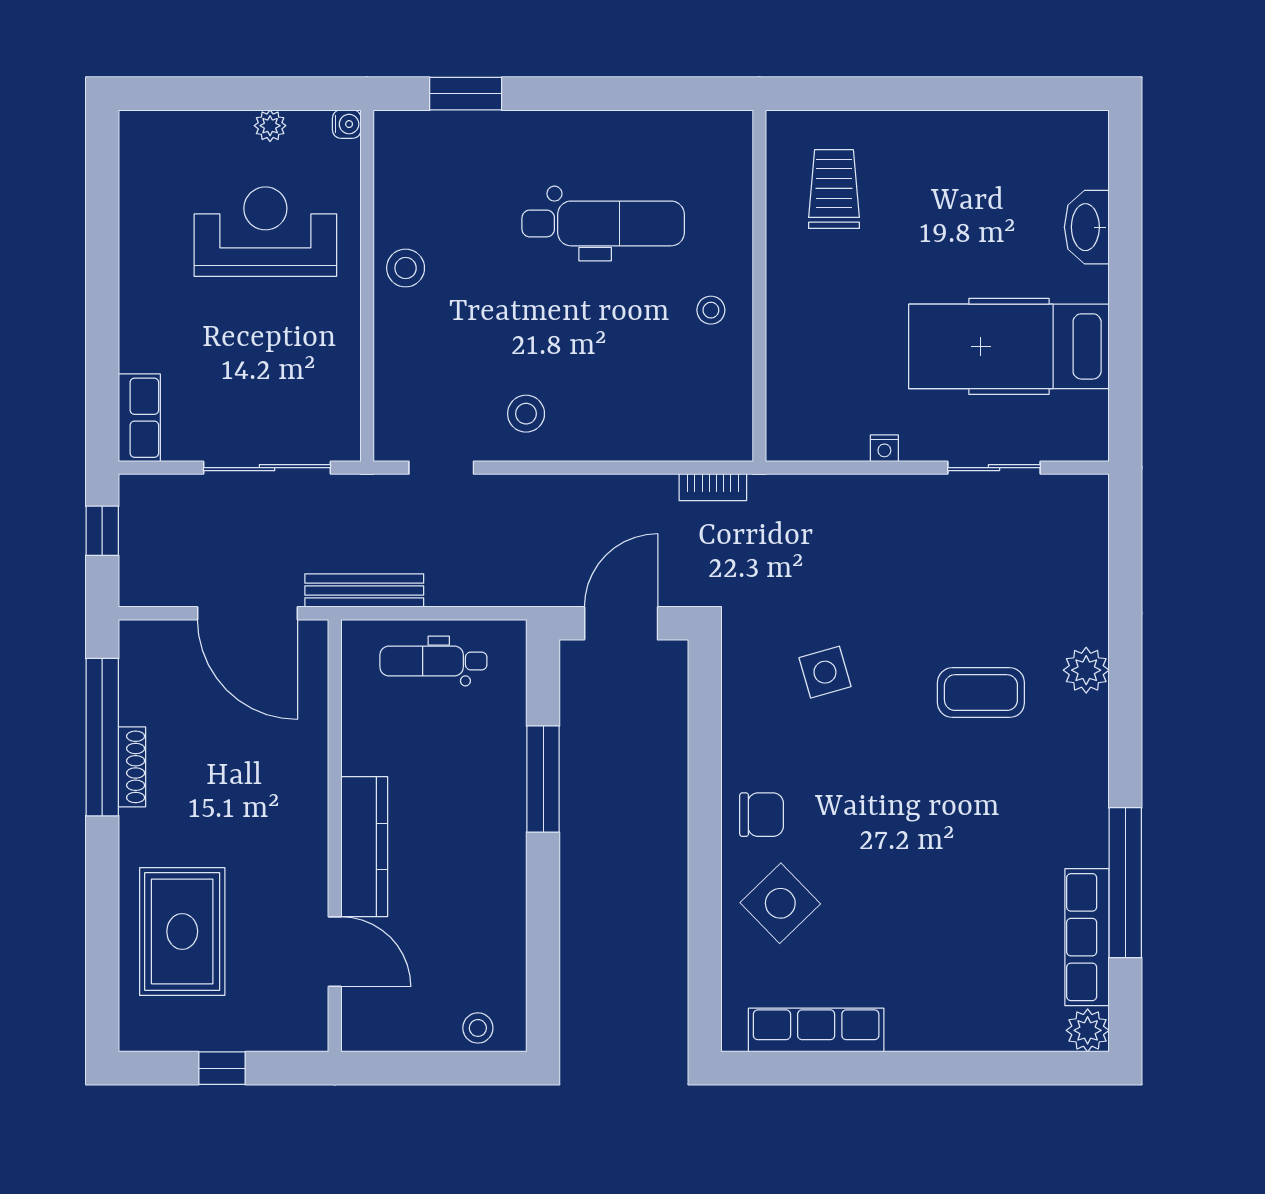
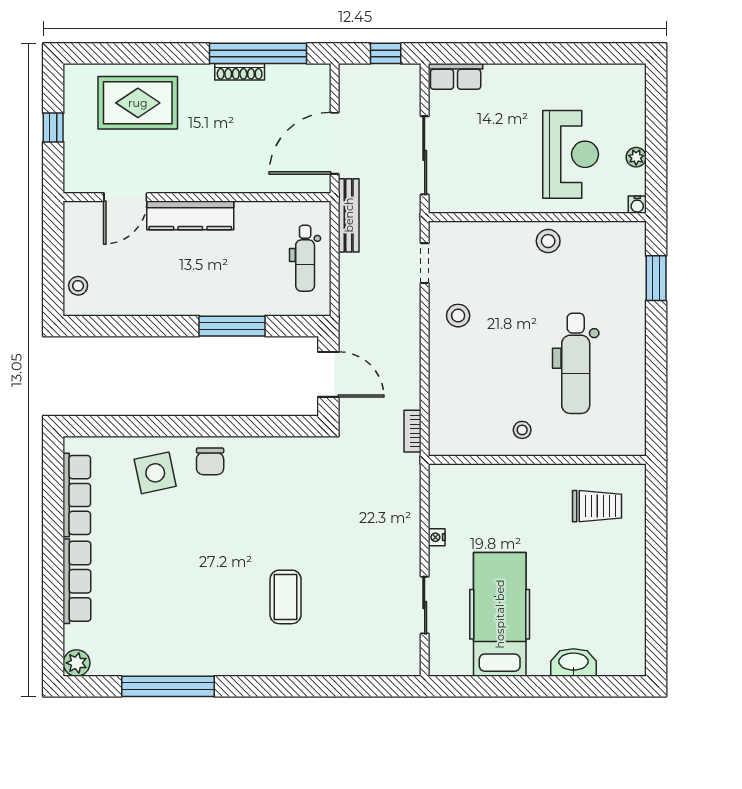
dental chair: (433, 661) -> (305, 258), turned 180
plant: (1086, 670) -> (299, 662), removed
side table: (825, 672) -> (298, 500), removed
side table: (780, 903) -> (155, 473), turned 32
row of seats: (1087, 937) -> (77, 581), moved, turned 90

